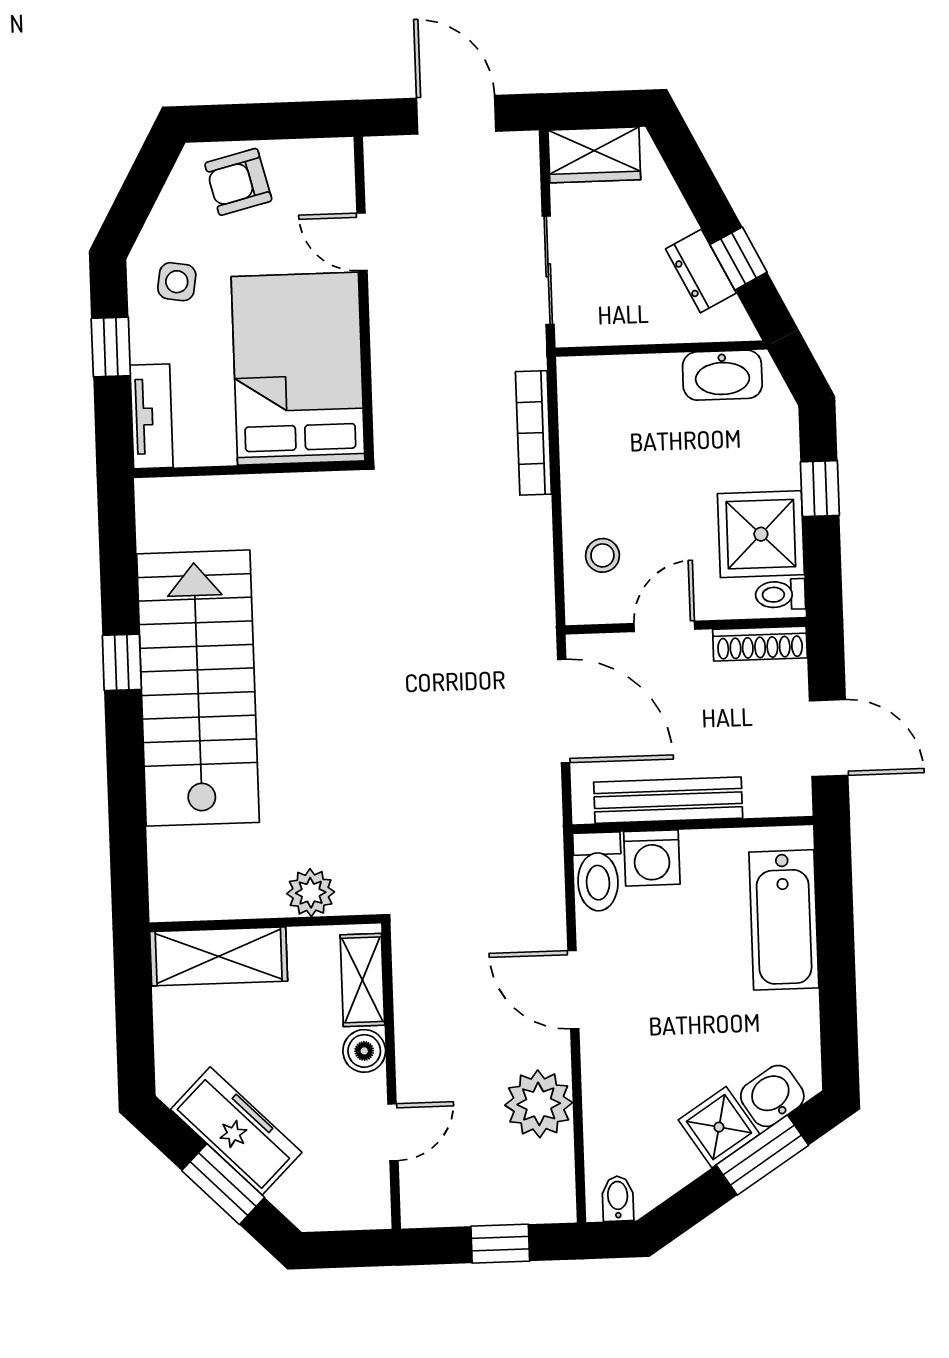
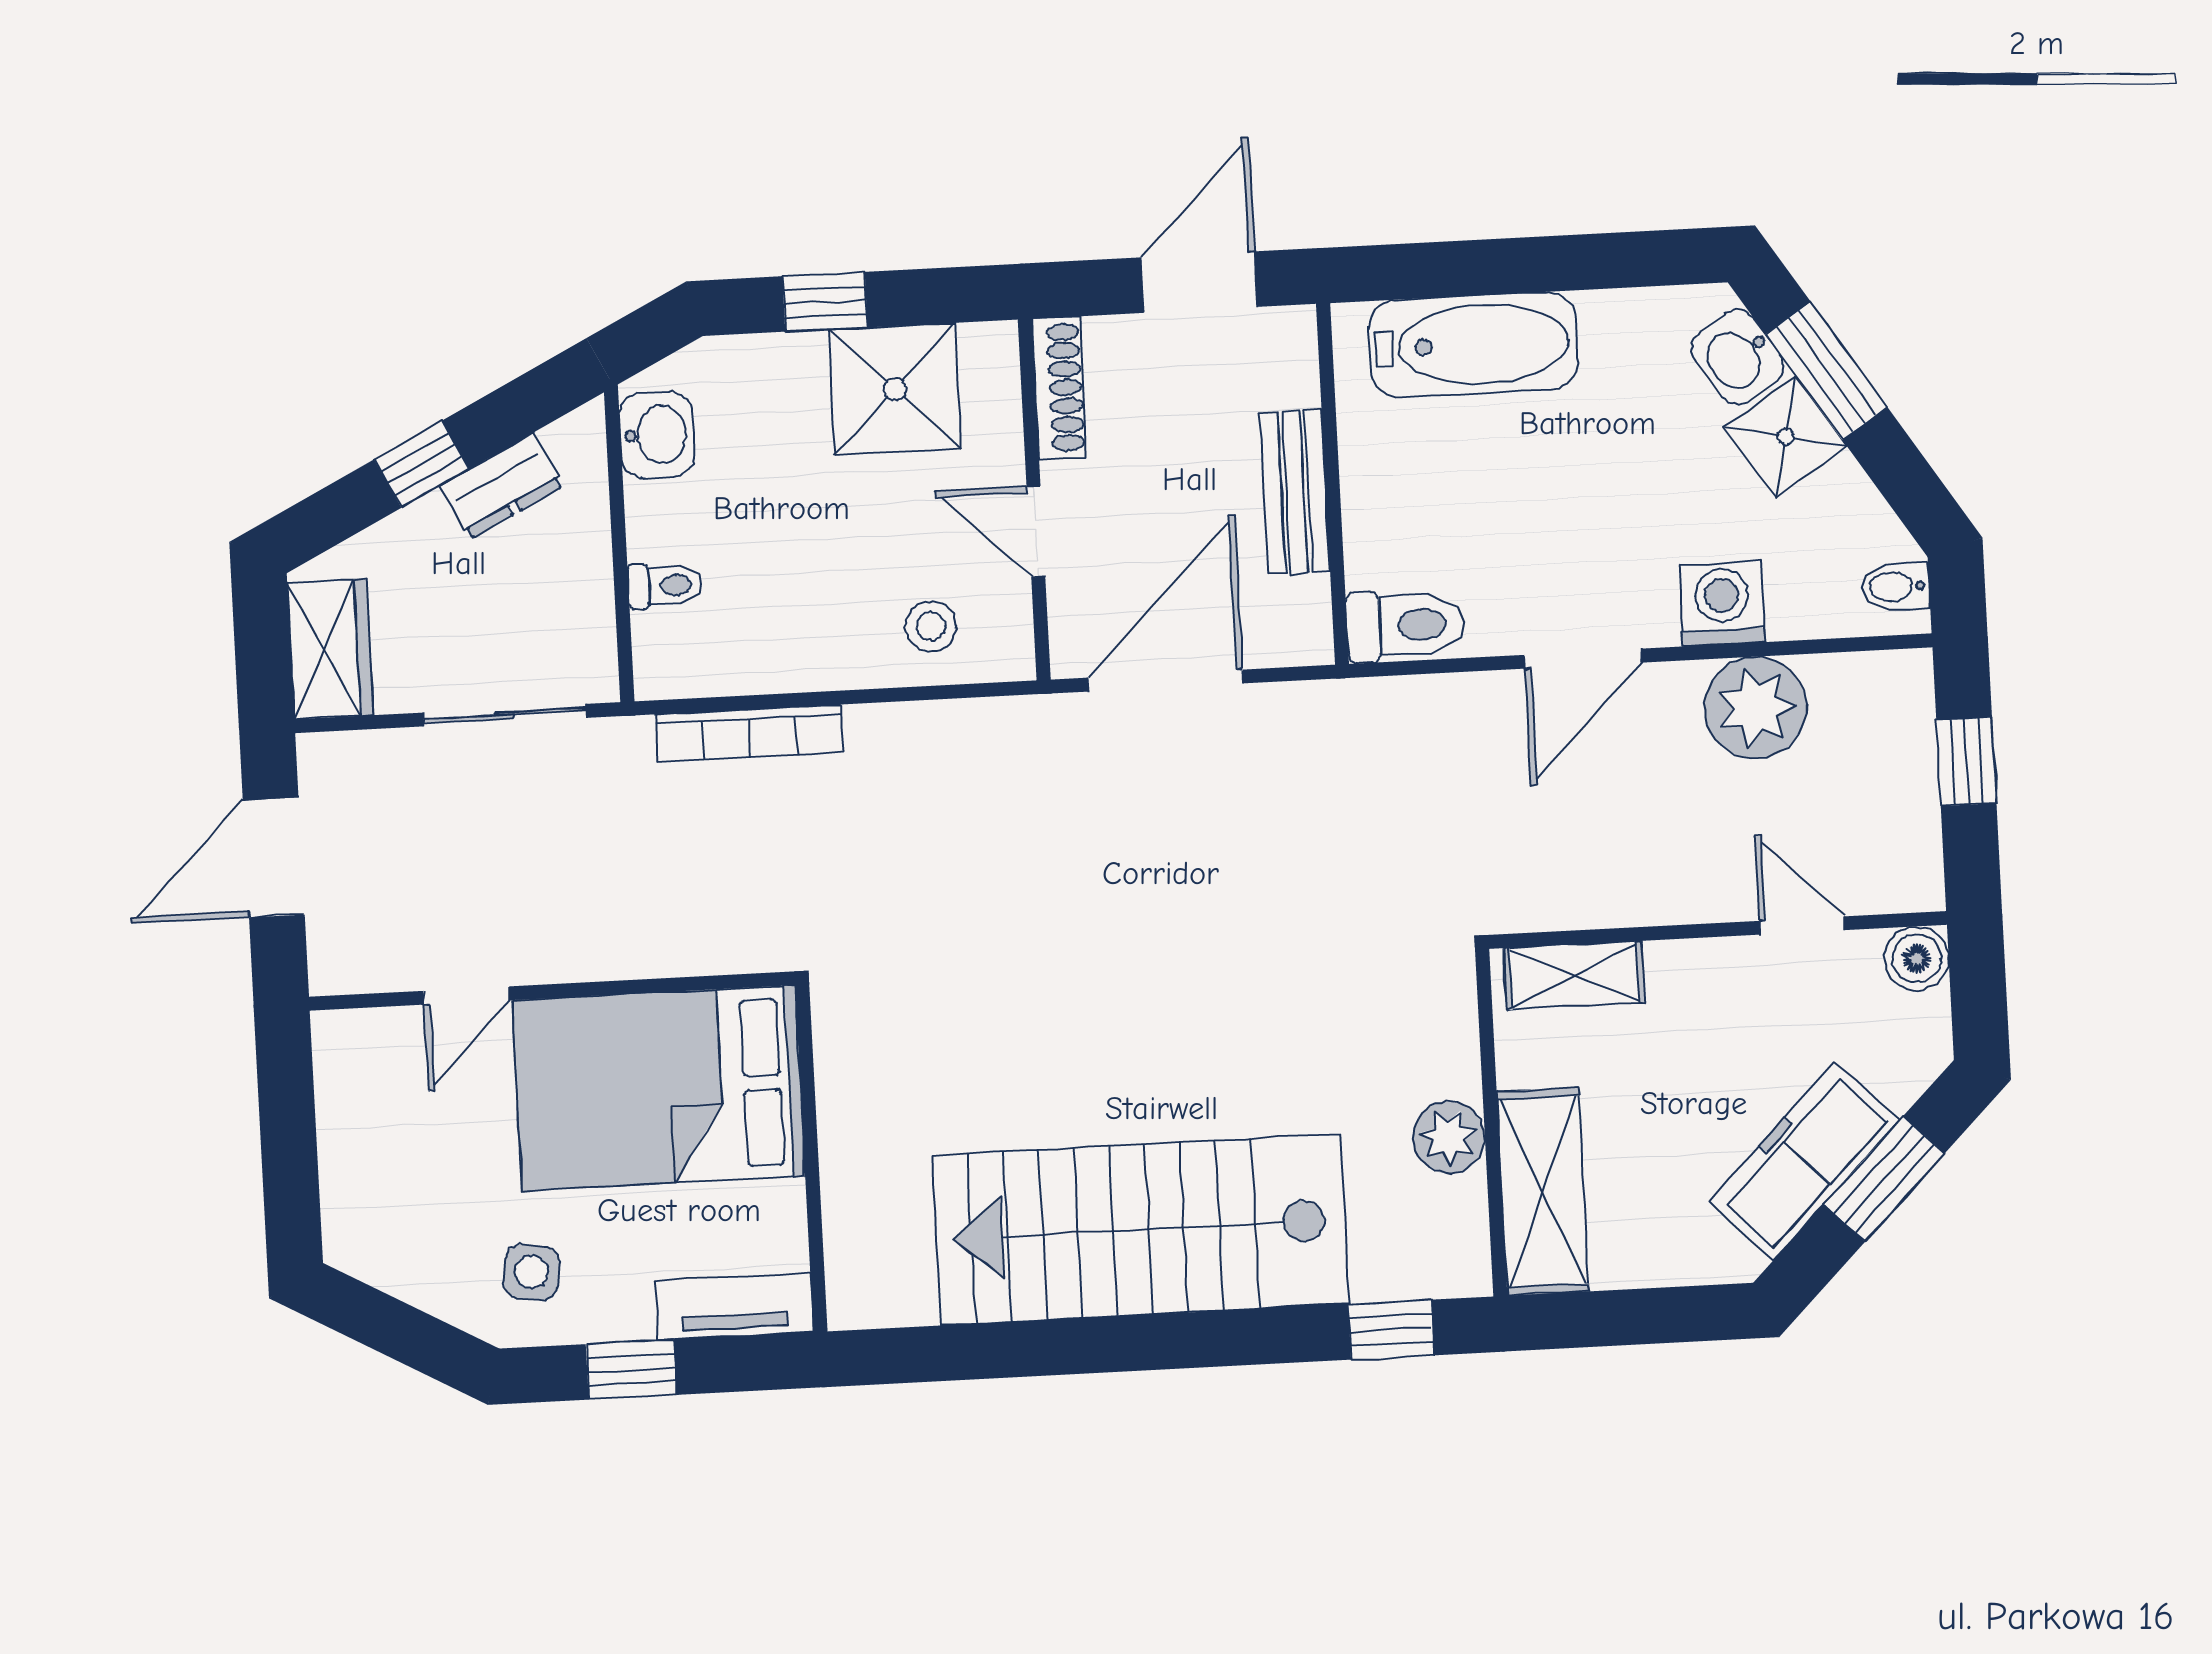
armchair: (238, 182) -> (380, 1182), removed
window: (739, 258) -> (422, 464), moved
washbasin: (722, 375) -> (657, 435), width x0.72
toilet: (780, 594) -> (665, 585), moved, turned -90
window: (122, 662) -> (1391, 1330), moved
bench: (668, 800) -> (1295, 492), width x0.73
washing machine: (652, 858) -> (1722, 603), moved, turned -90
plant: (311, 893) -> (1449, 1138), moved
boiler: (364, 1051) -> (1917, 958), moved

